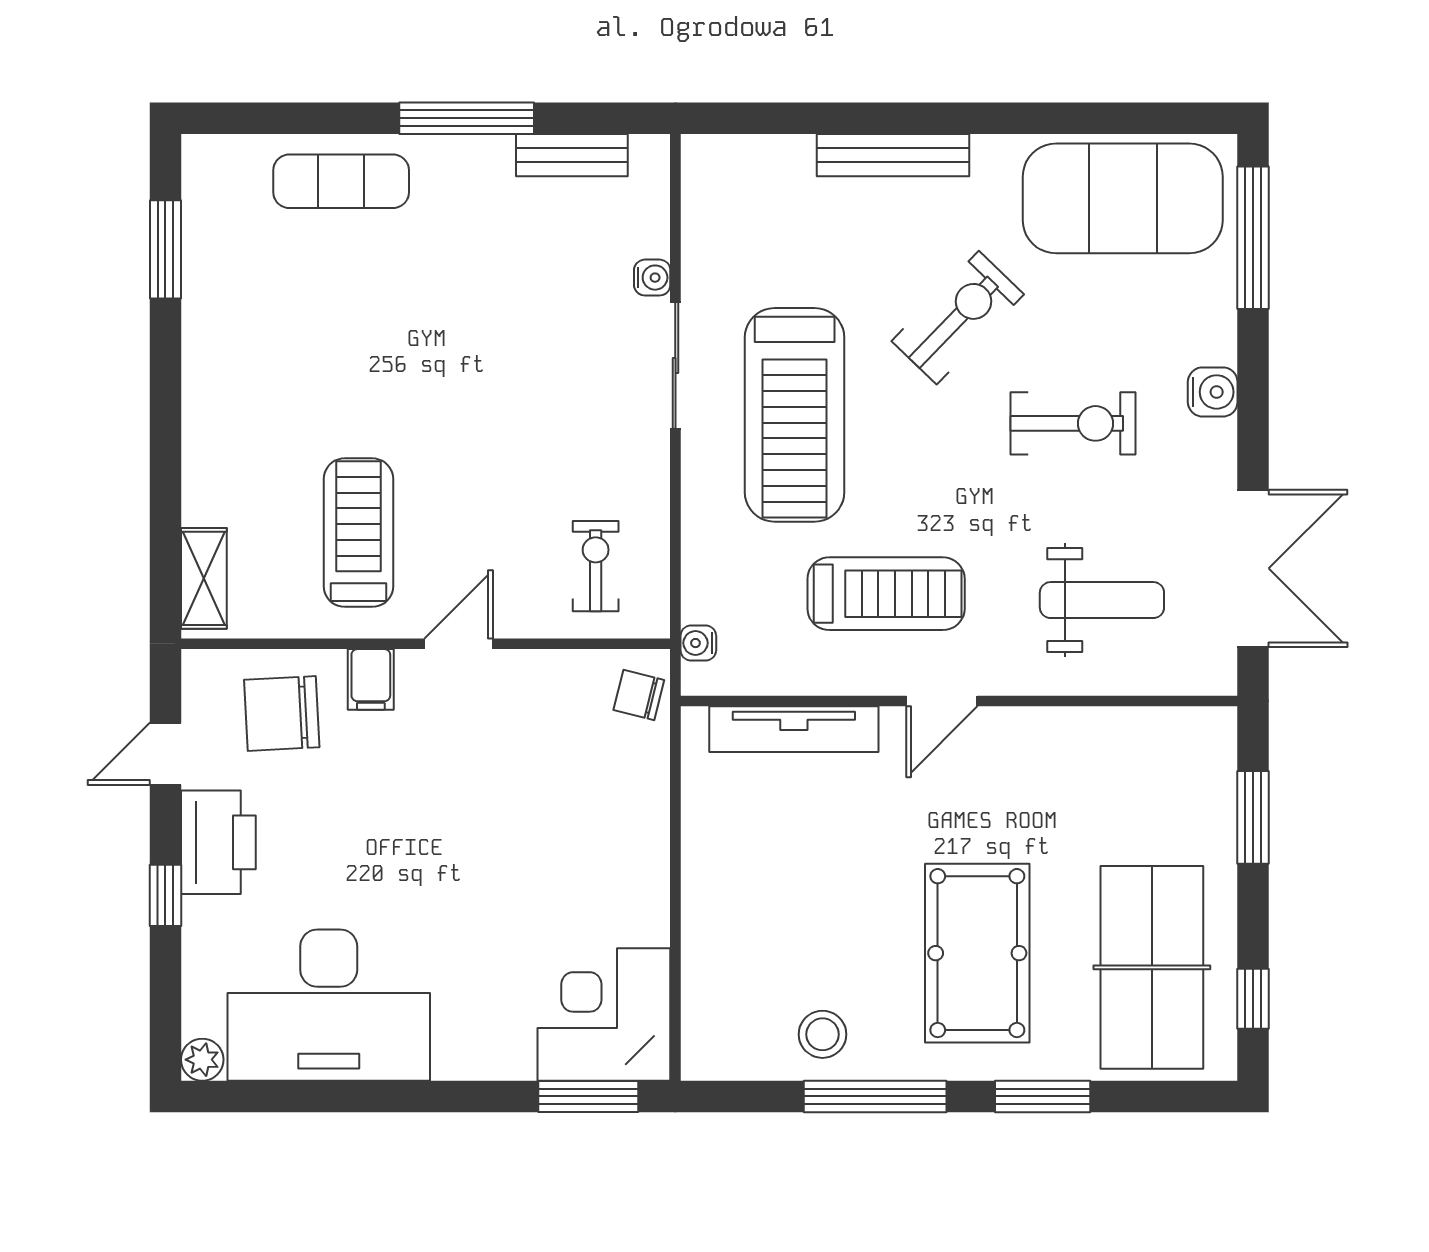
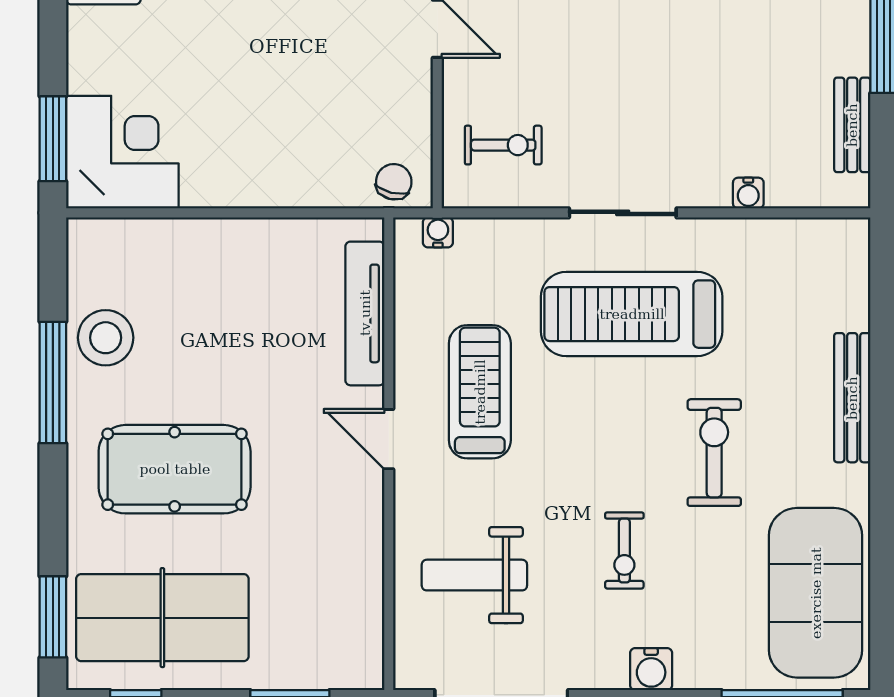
exercise bike: (958, 318) -> (714, 453), turned -134
sliding door: (675, 365) -> (623, 213), moved
exercise bike: (1073, 423) -> (624, 551), width x0.73, depth x0.72
treadmill: (886, 594) -> (480, 392), turned 180
weight bench: (1102, 600) -> (474, 575), turned 90
stool: (822, 1034) -> (106, 338), width x1.38, depth x1.38
window: (1043, 1096) -> (53, 617), moved

